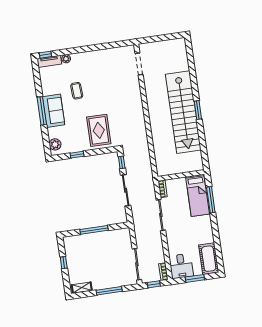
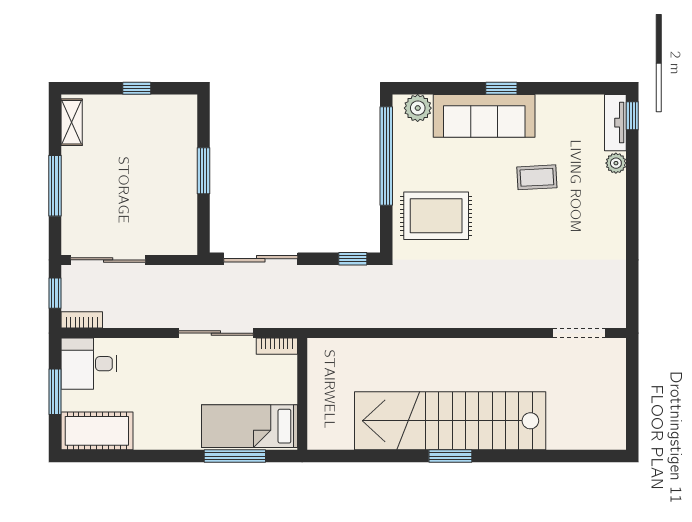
window: (42, 111) -> (501, 88), width x0.46
sofa: (54, 111) -> (484, 116), width x1.36
window: (77, 155) -> (386, 156), width x3.17
sliding door: (126, 190) -> (261, 259), moved
window: (94, 230) -> (204, 171), width x0.69

